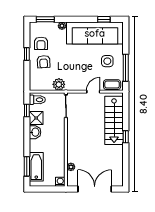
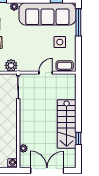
window: (126, 68) -> (78, 22), moved
stairs: (114, 120) -> (67, 124), moved
window: (126, 137) -> (78, 138), moved

